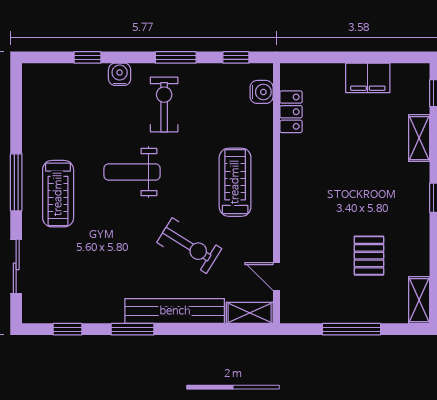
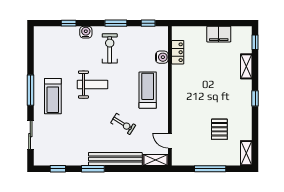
water cooler: (262, 92) -> (162, 57), moved
weight bench: (132, 172) -> (93, 85), turned 180
exercise bike: (189, 246) -> (123, 124), width x0.73, depth x0.72

